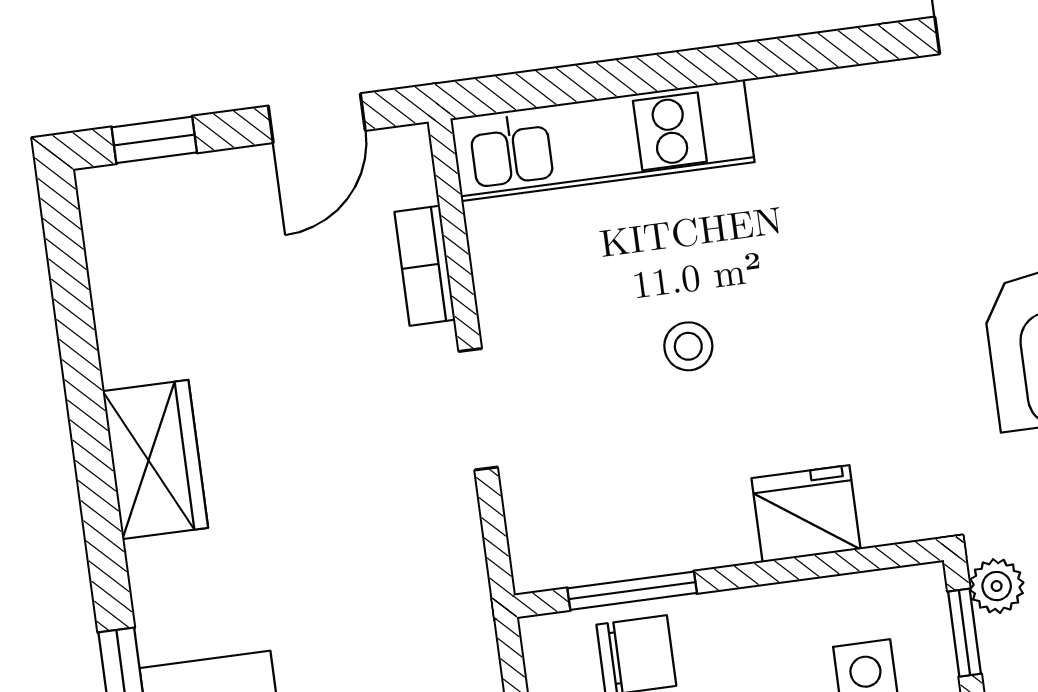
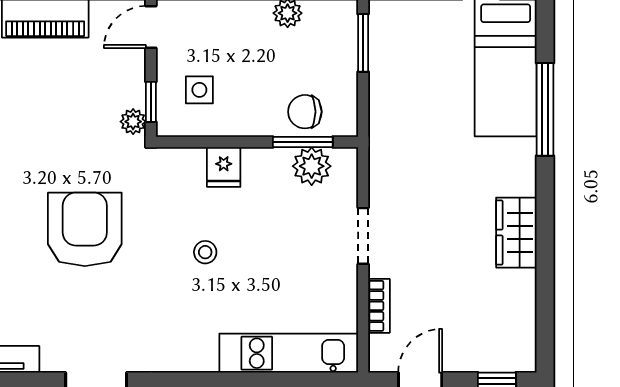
stool: (688, 346) -> (205, 252), moved
fridge: (806, 514) -> (224, 167), width x0.72
plant: (607, 542) -> (312, 166), added

